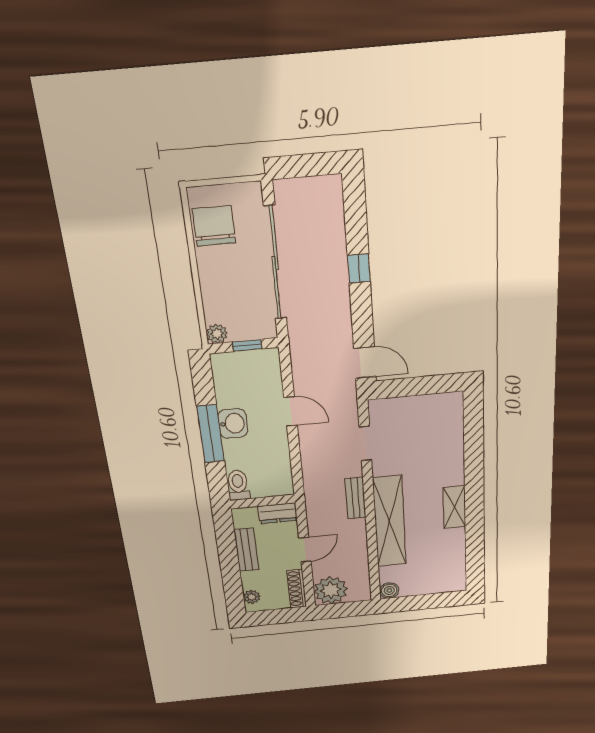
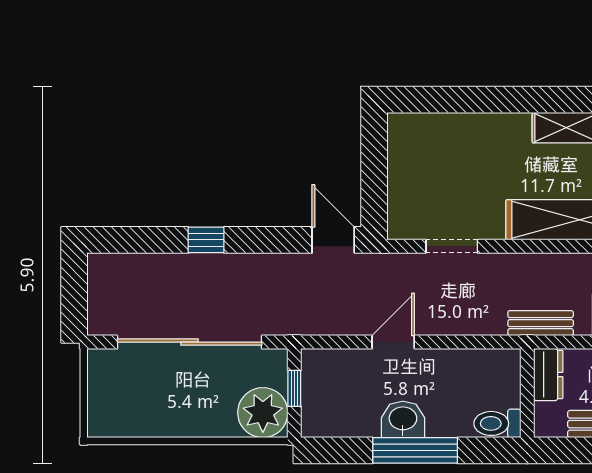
chair: (214, 226) -> (136, 410), removed
plant: (217, 334) -> (263, 413), width x1.87, depth x1.87
door: (365, 362) -> (333, 240), hinge flipped
bench: (355, 498) -> (541, 323), moved

